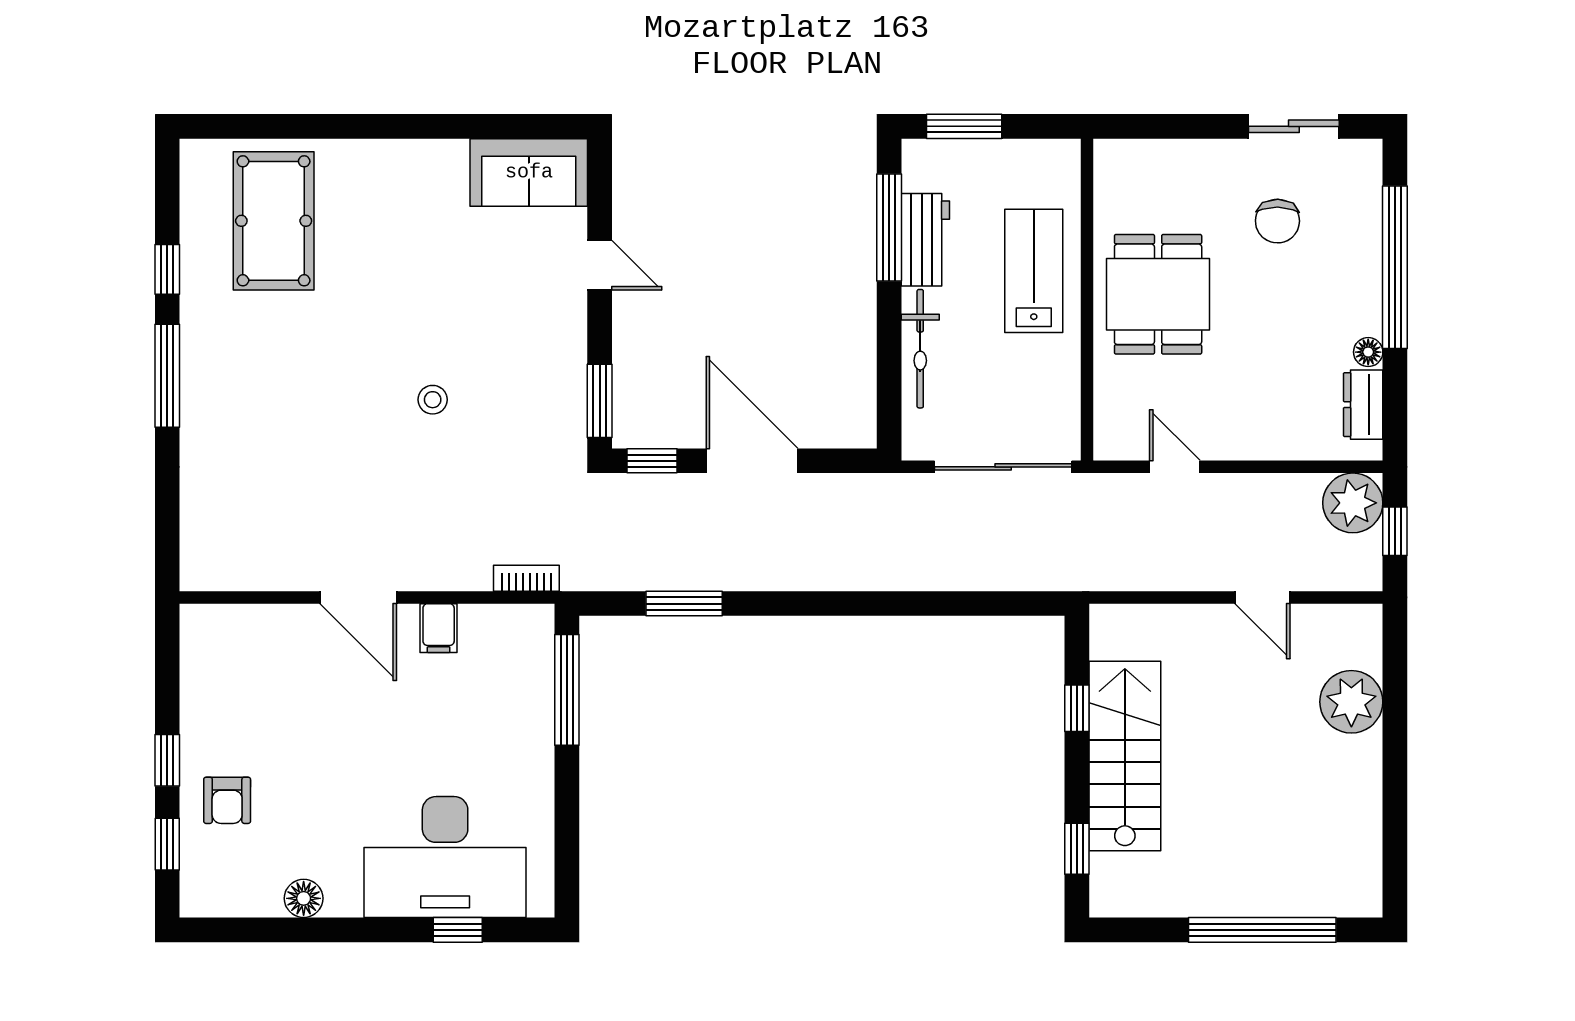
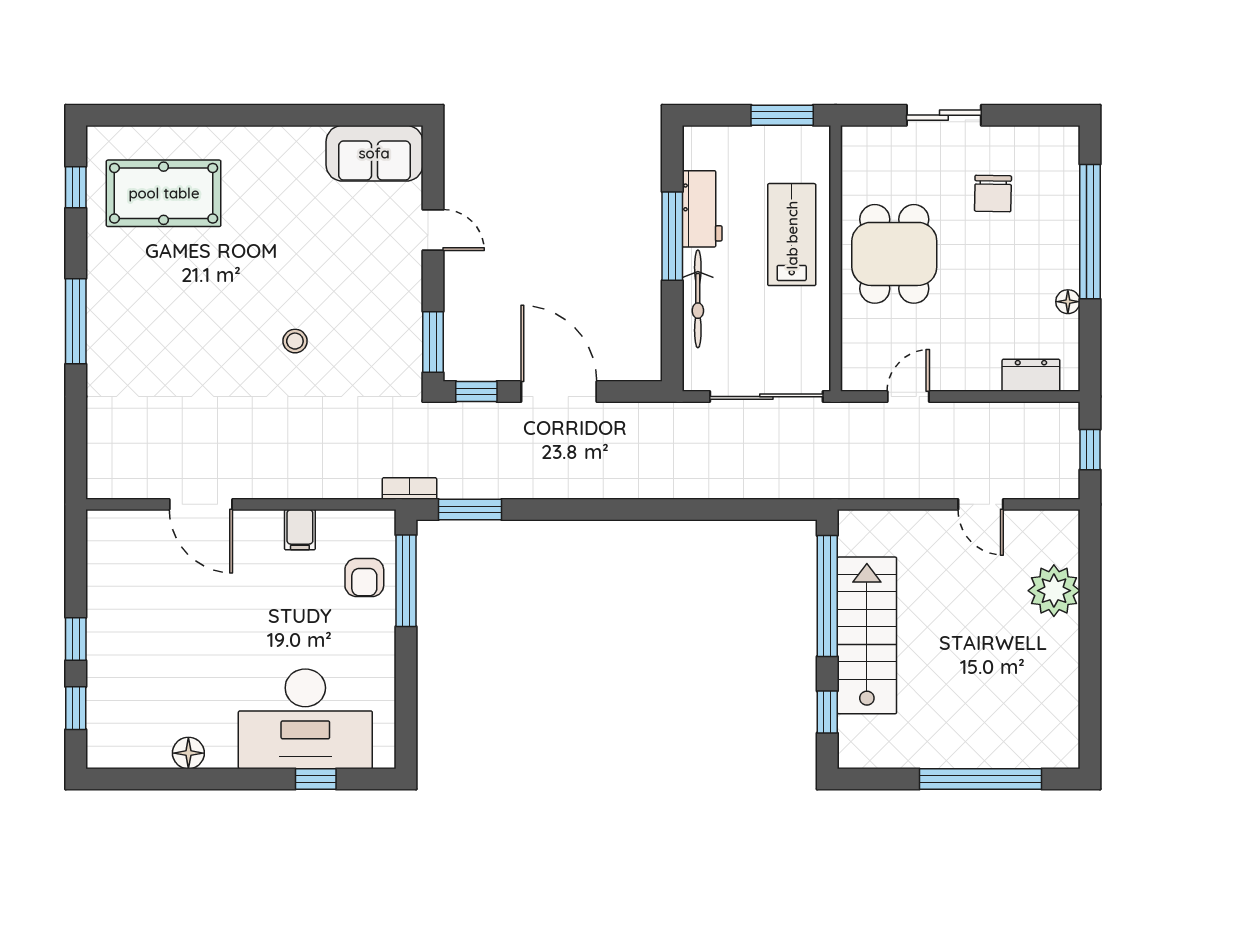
window: (964, 126) -> (782, 115), moved
sliding door: (1294, 126) -> (944, 115), moved
pool table: (274, 221) -> (164, 193), turned 90
window: (889, 227) -> (672, 236), moved
window: (167, 269) -> (76, 187), moved
dresser: (1363, 405) -> (1031, 375), moved, turned 90
door: (1175, 467) -> (908, 397), hinge flipped
plant: (1353, 503) -> (1055, 426), removed
bookcase: (526, 578) -> (409, 488), moved
door: (358, 597) -> (201, 504), moved
window: (684, 604) -> (470, 509), moved
window: (1077, 708) -> (827, 596), width x3.17
armchair: (227, 800) -> (364, 578), moved

